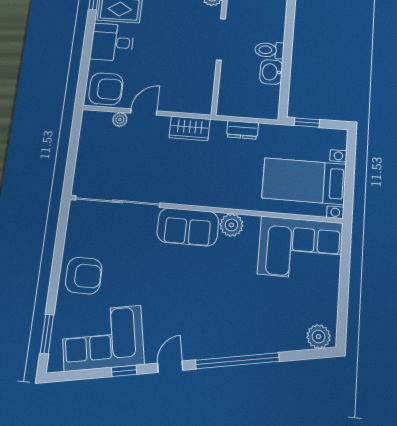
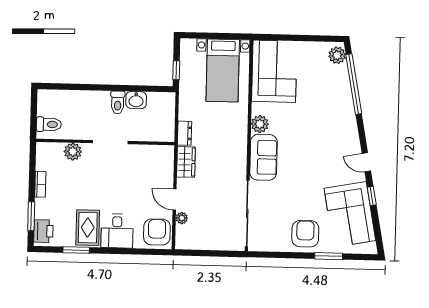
dresser: (242, 130) -> (185, 133), moved
window: (47, 334) -> (329, 256), moved
window: (237, 361) -> (354, 84), moved

